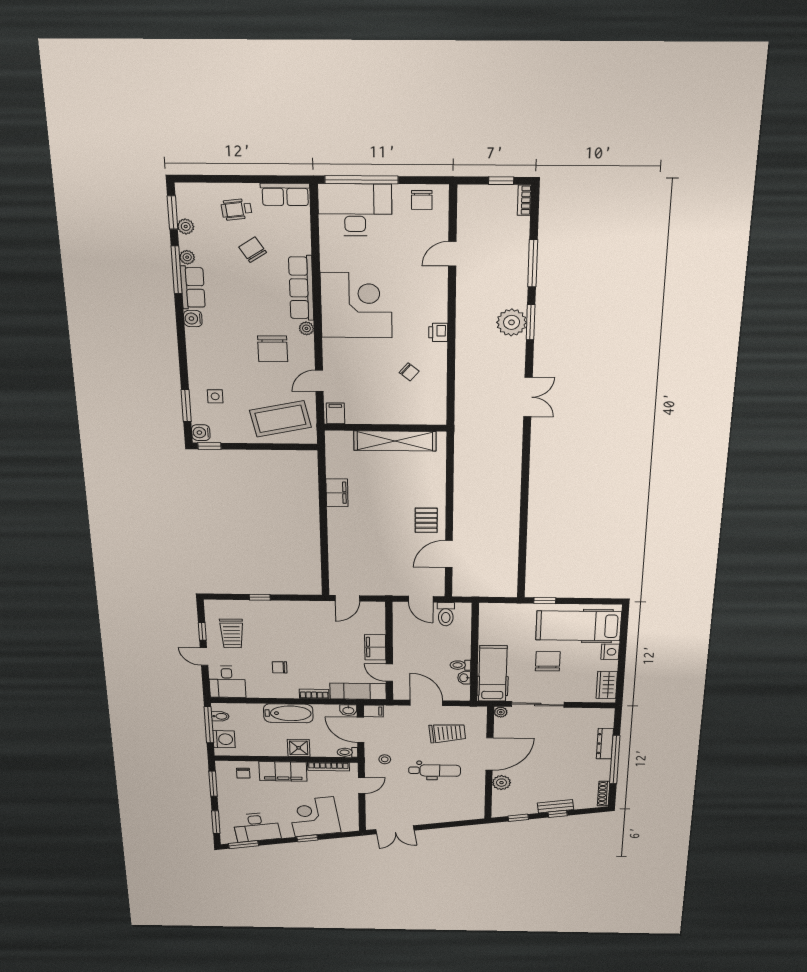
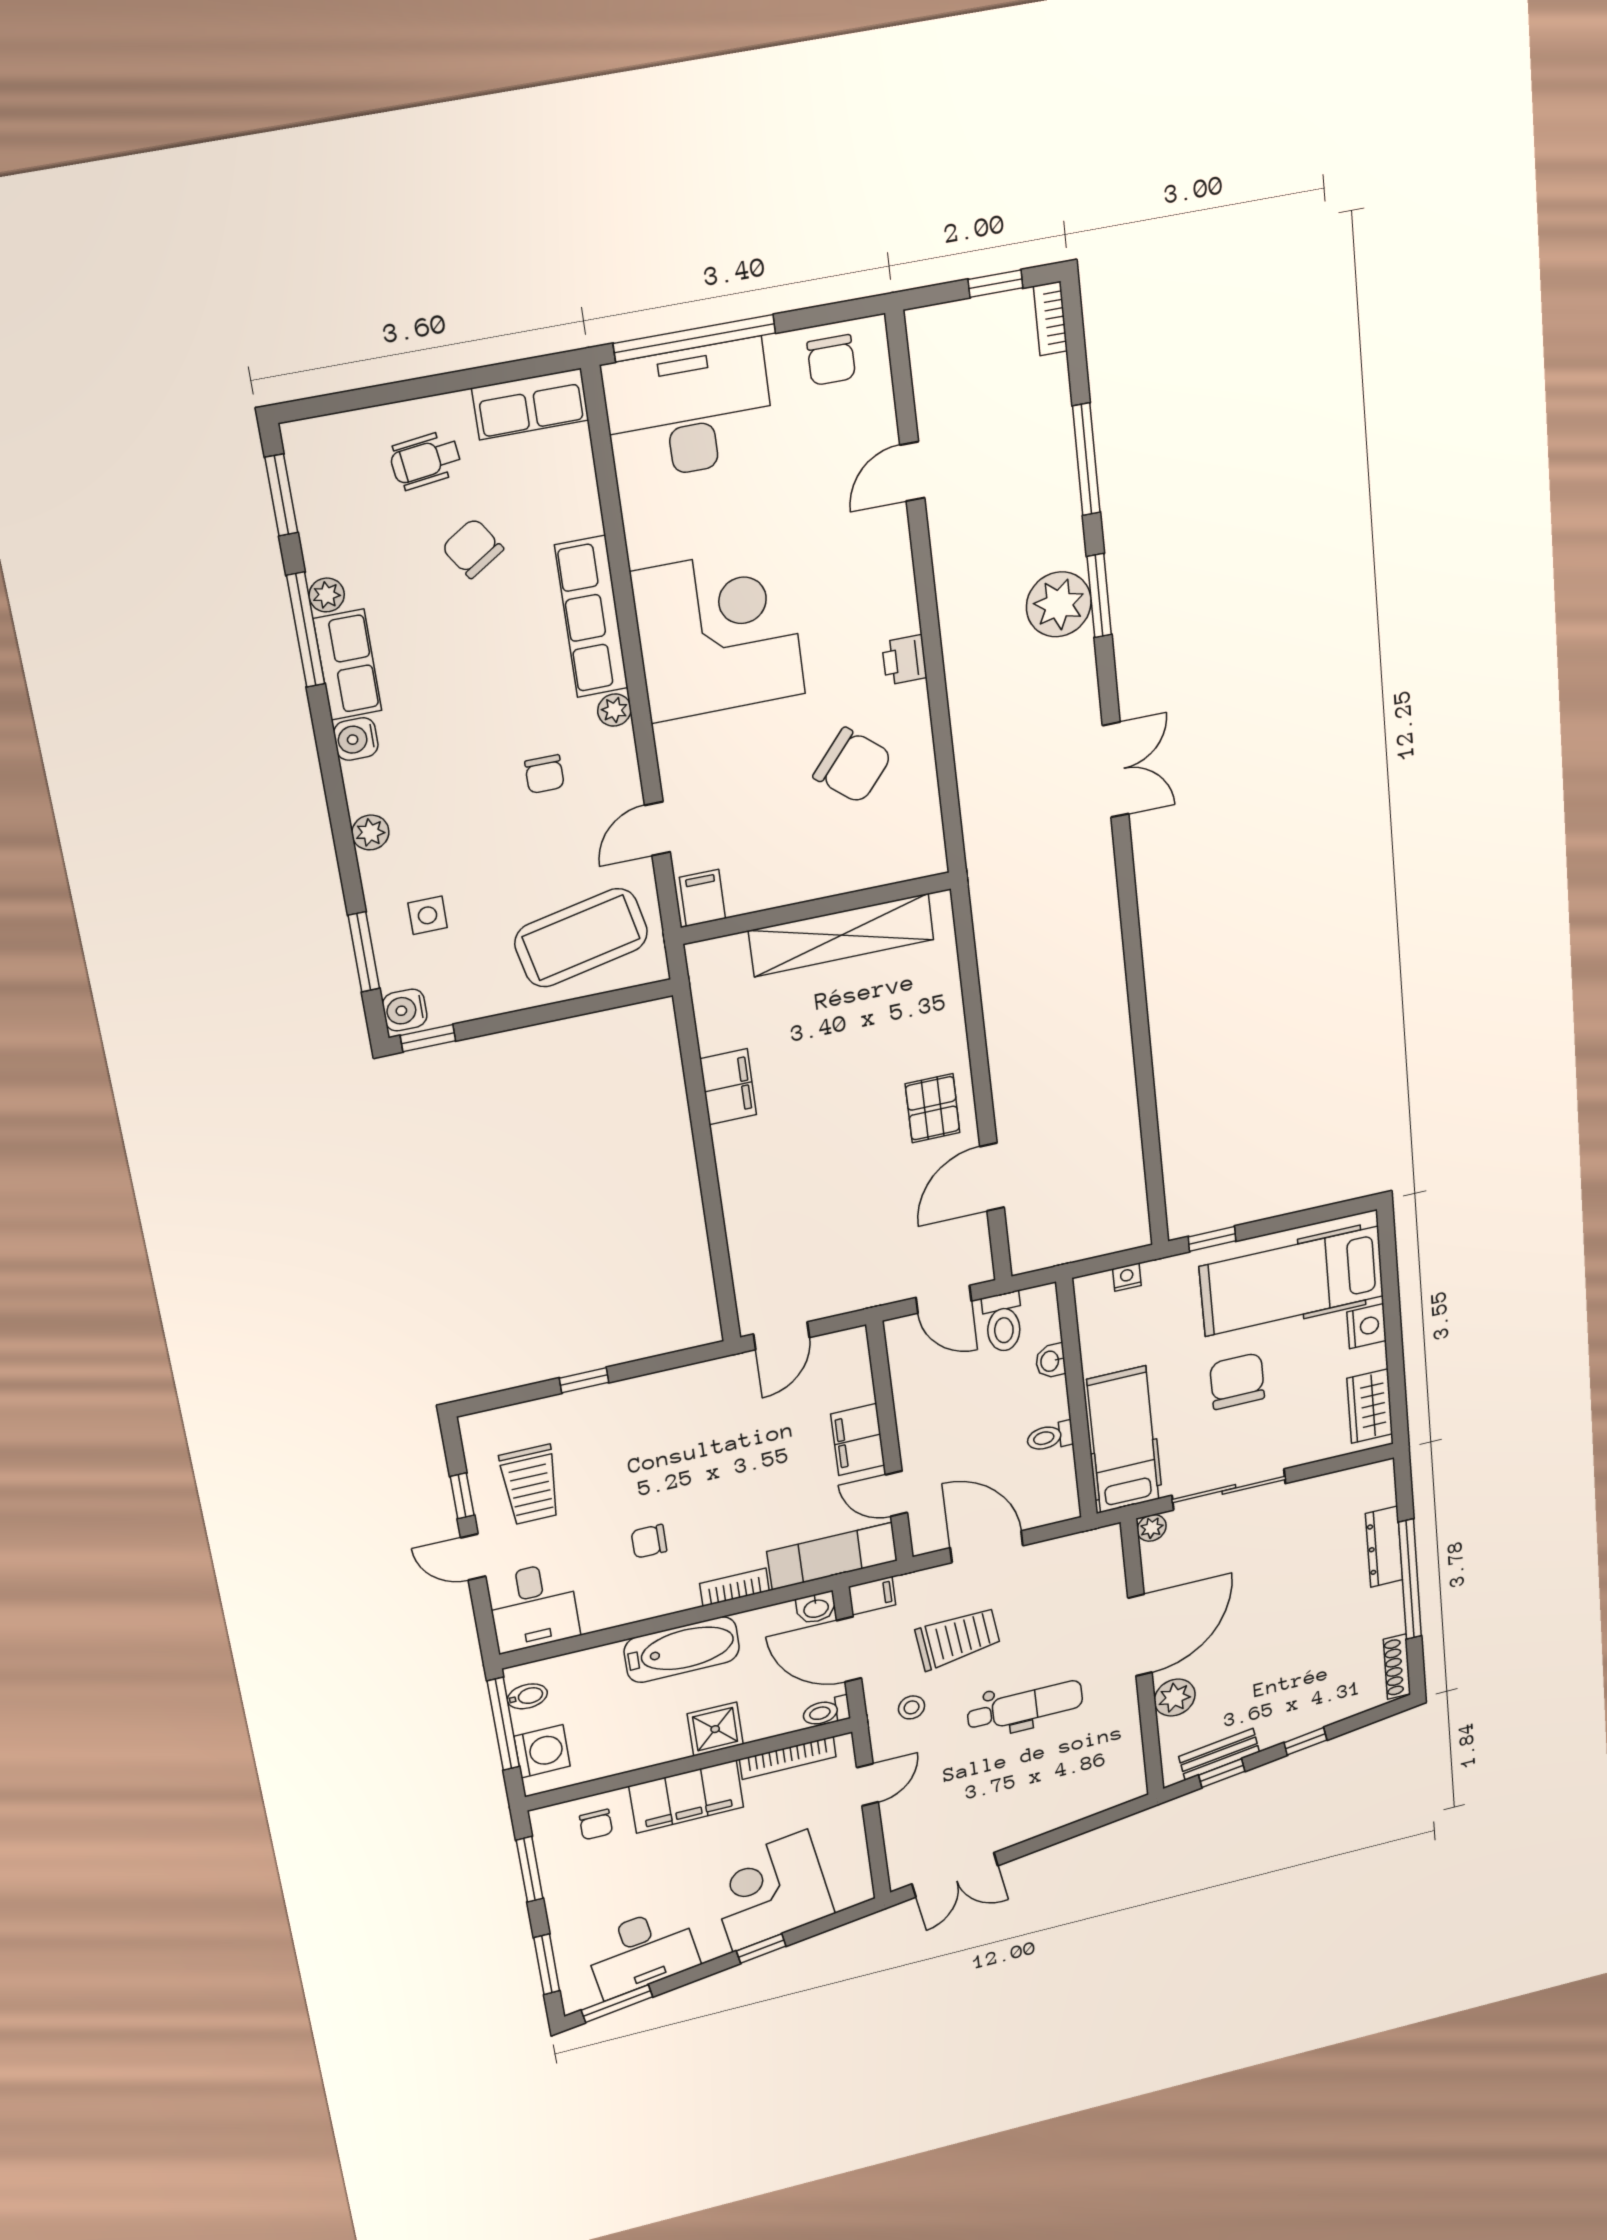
plant: (186, 226) -> (370, 832), moved
chair: (273, 349) -> (544, 774), width x0.54, depth x0.54
chair: (409, 372) -> (853, 766), width x1.87, depth x1.87
nightstand: (504, 608) -> (1127, 1277), added
washbasin: (464, 678) -> (1051, 1361), moved
trolley: (447, 733) -> (958, 1638), moved
bench: (555, 806) -> (1219, 1754), moved

